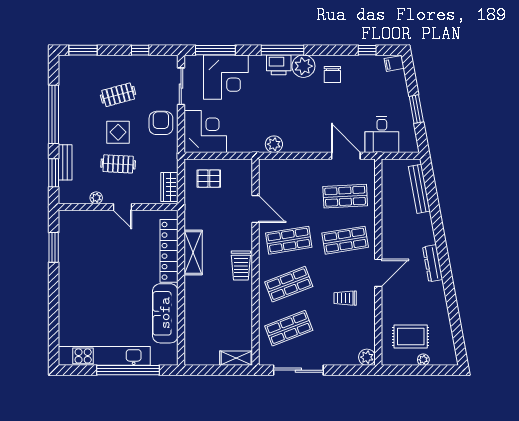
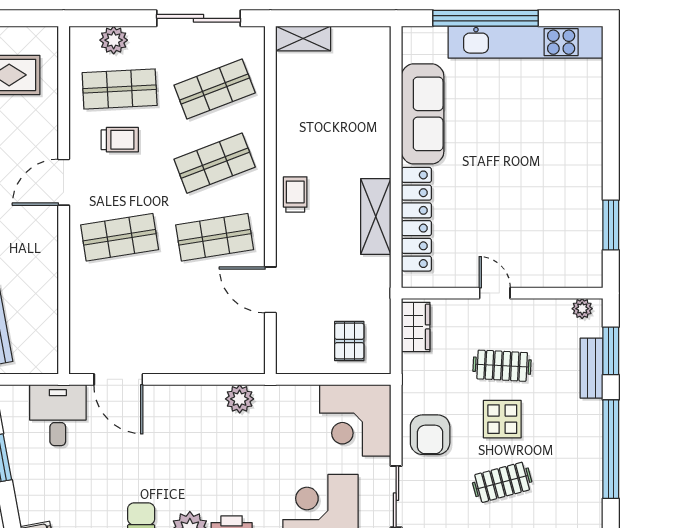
pallet: (209, 179) -> (349, 341), turned 90
shop shelf: (345, 196) -> (120, 89), moved
plant: (96, 198) -> (582, 309), moved
trolley: (241, 266) -> (295, 194), width x0.73, depth x0.72
plant: (367, 357) -> (114, 40), moved

